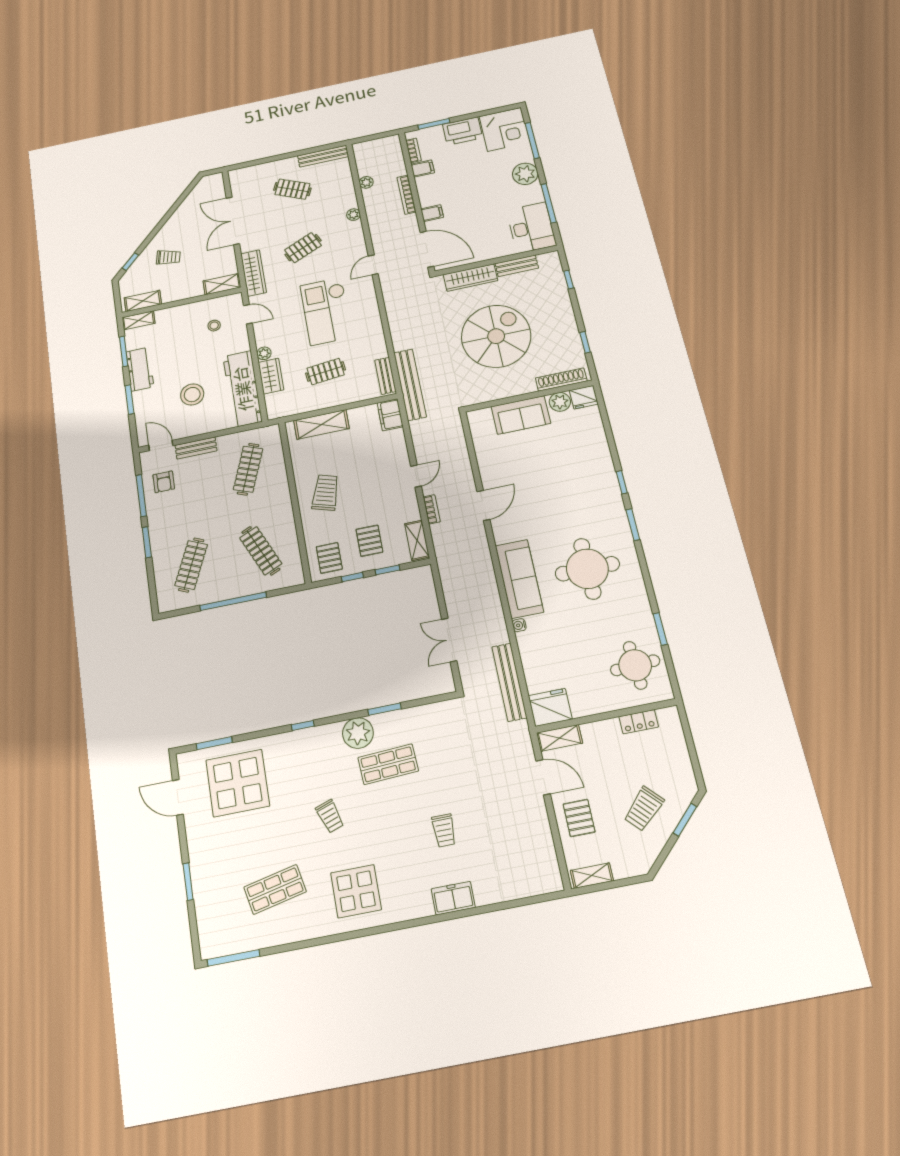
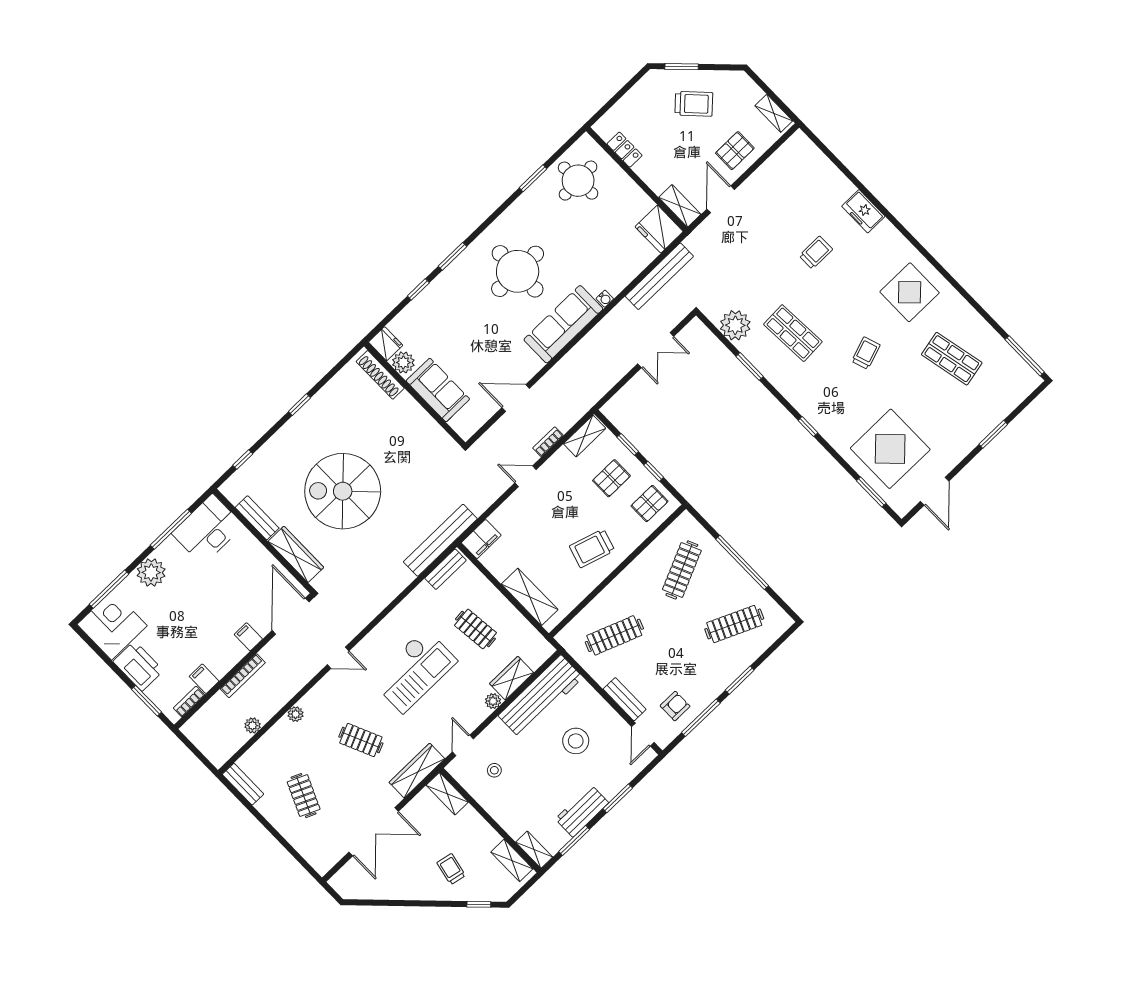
bench: (323, 156) -> (243, 784), width x0.73
shoe rack: (561, 380) -> (380, 375), moved
wall: (529, 396) -> (415, 394), moved
fridge: (584, 397) -> (386, 344), moved
plant: (560, 402) -> (403, 362), moved
sofa: (521, 415) -> (438, 390), moved
plant: (358, 733) -> (735, 325), moved

